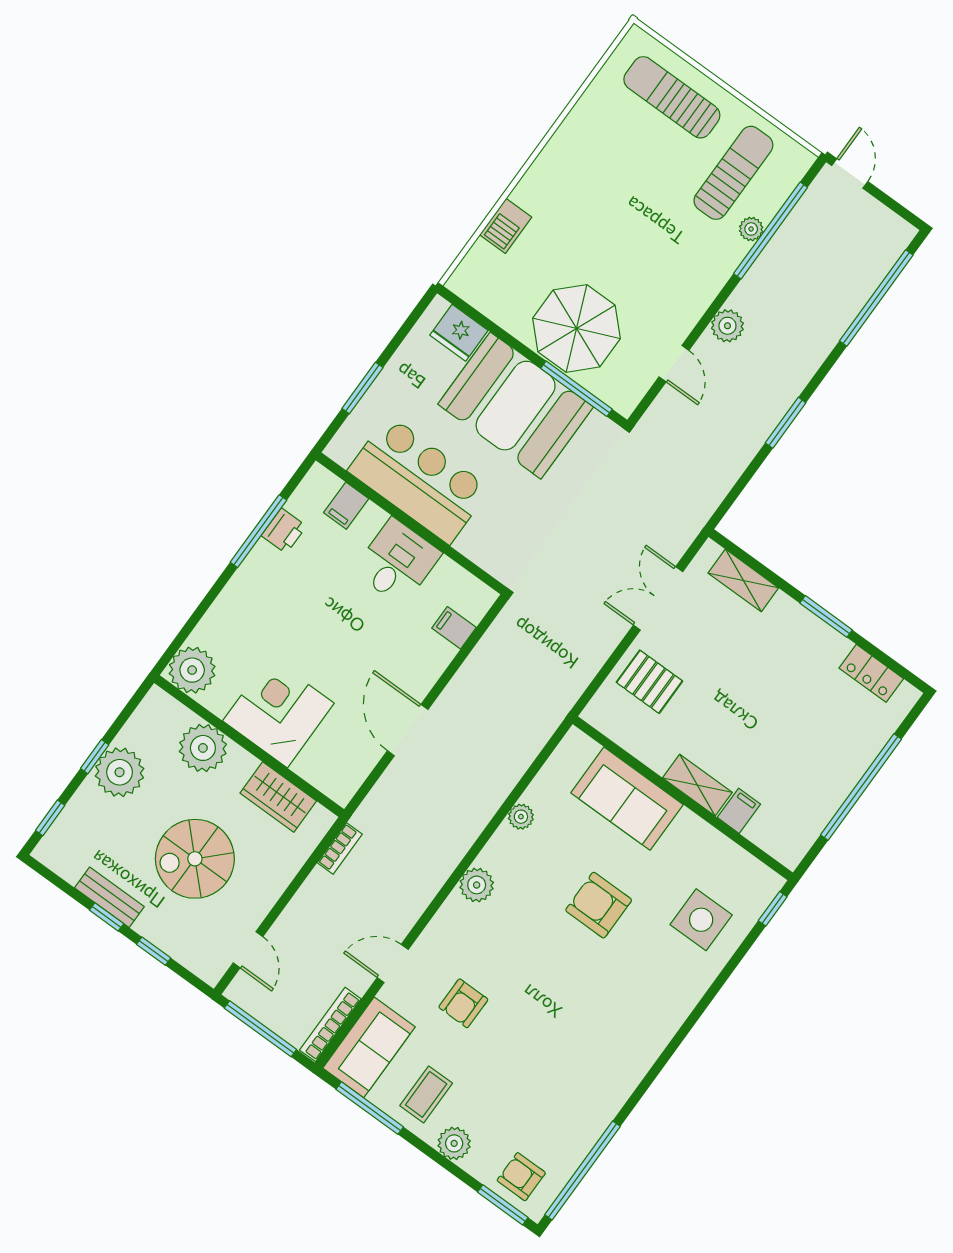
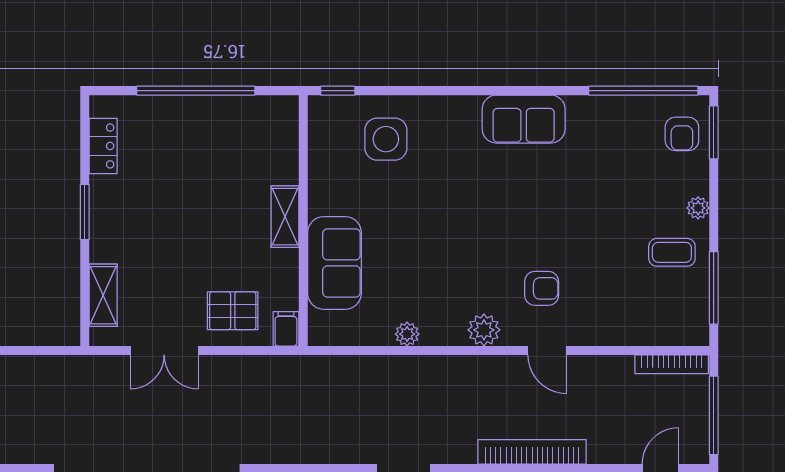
pallet: (649, 682) -> (233, 311), turned 90
filing cabinet: (739, 811) -> (286, 329), moved, turned 90
bookcase: (340, 848) -> (532, 452), width x2.31, depth x1.31
armchair: (599, 905) -> (432, 226), removed
door: (393, 964) -> (547, 350), moved
armchair: (463, 1003) -> (542, 288), moved
sofa: (369, 1047) -> (524, 119), moved, turned 180
plant: (454, 1143) -> (698, 208), width x0.73, depth x0.73

